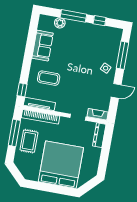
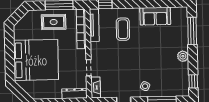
window: (73, 16) -> (192, 31), moved
window: (100, 21) -> (193, 81), moved
plant: (60, 23) -> (183, 56), moved

